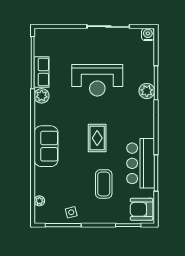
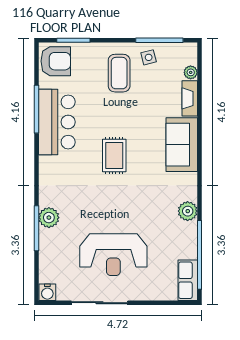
row of seats: (42, 72) -> (188, 280), moved
reception desk: (97, 80) -> (113, 255), moved, turned 180
fireplace: (40, 181) -> (190, 98), added
coffee table: (104, 184) -> (119, 73), moved

